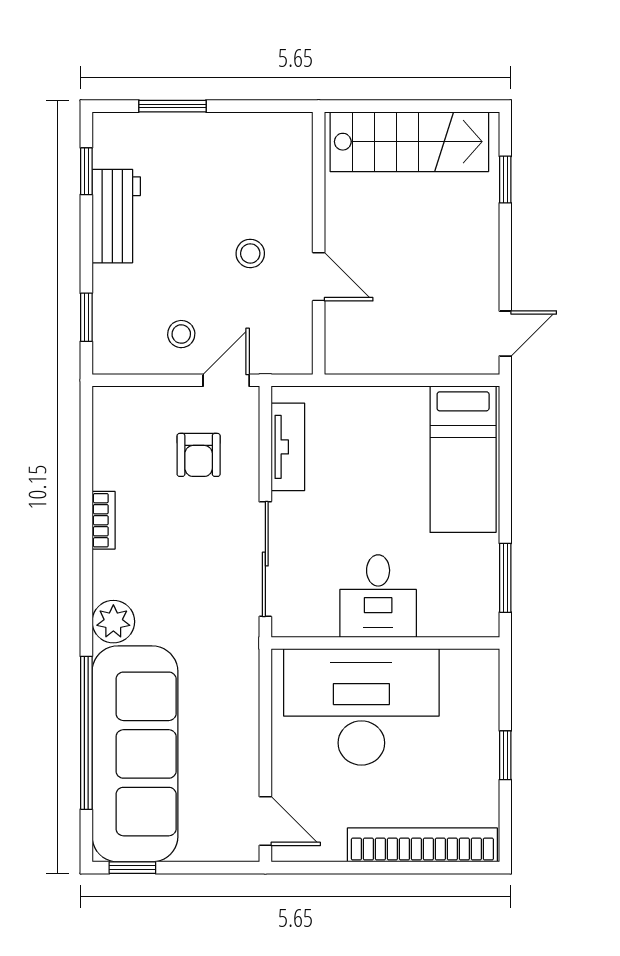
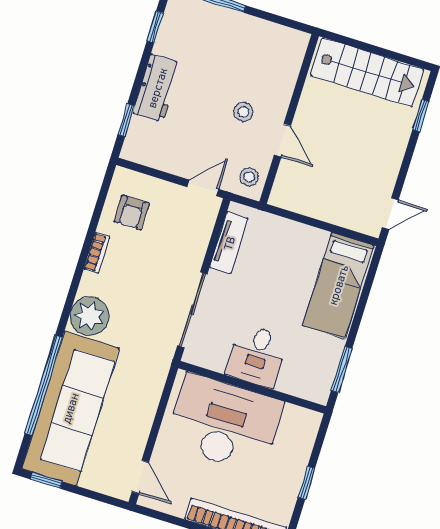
workbench: (116, 216) -> (157, 88), moved
stool: (181, 334) -> (249, 177), moved
armchair: (199, 455) -> (132, 212), moved
plant: (113, 622) -> (89, 316), width x1.36, depth x1.36

